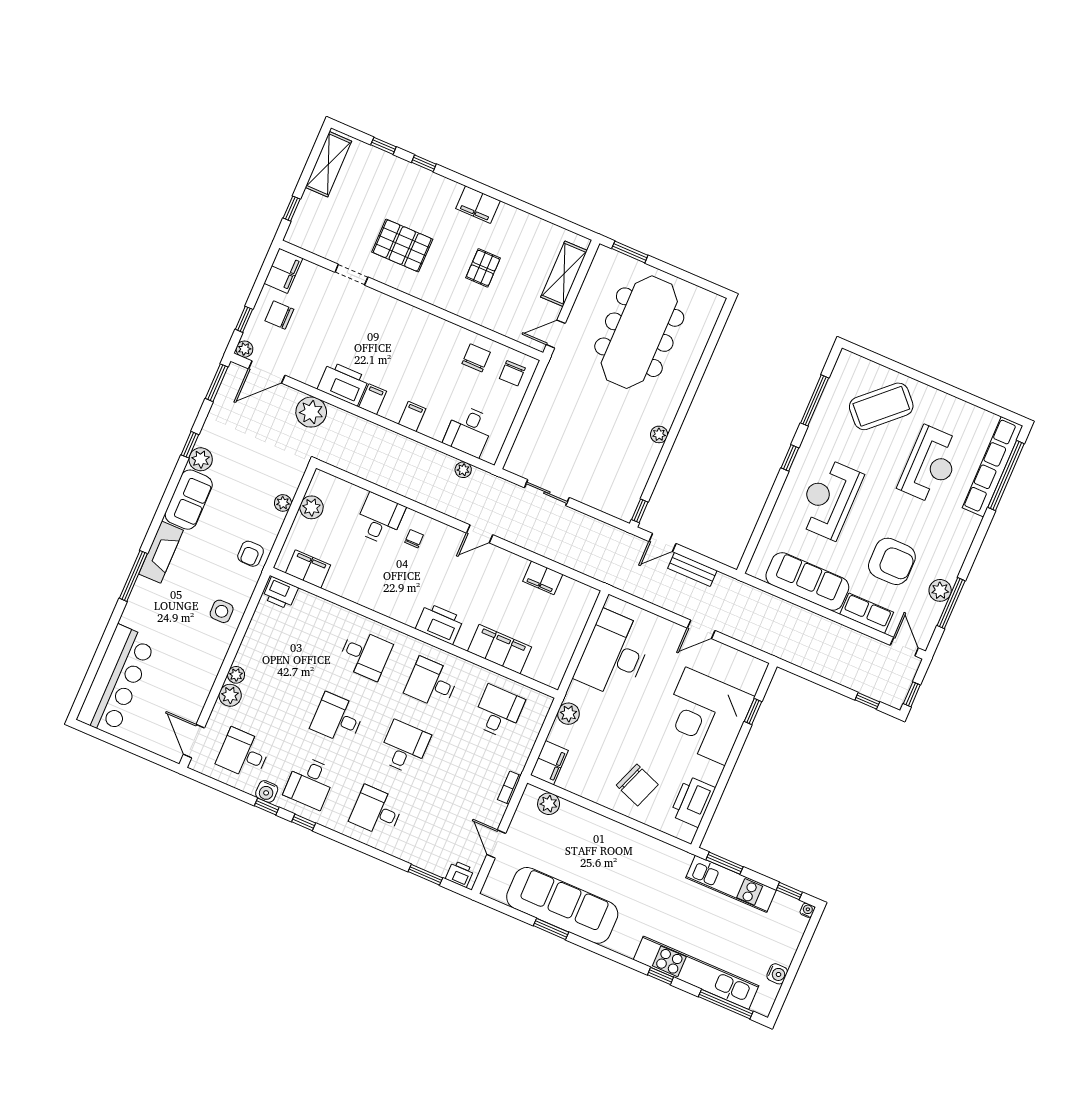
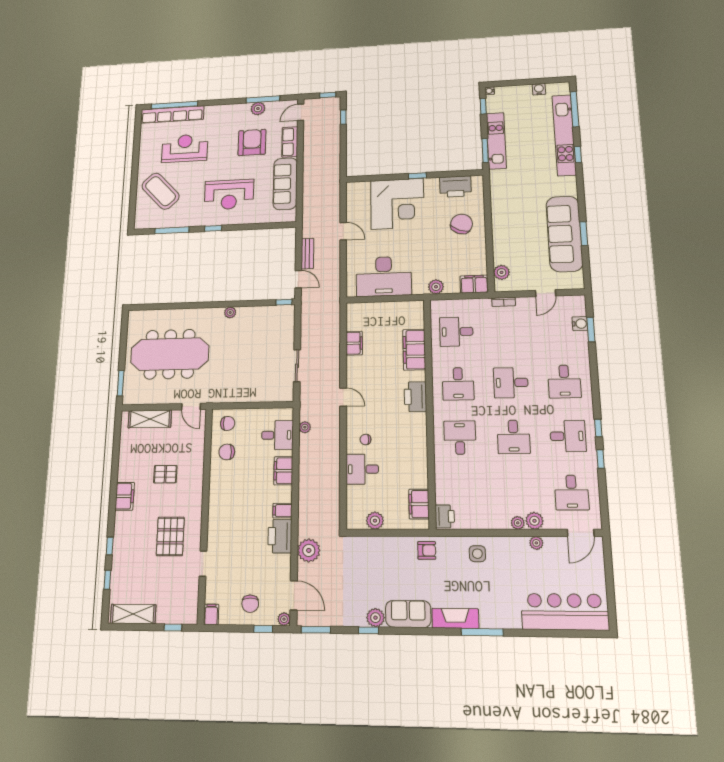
filing cabinet: (283, 271) -> (211, 614), width x0.50
filing cabinet: (412, 416) -> (283, 471), width x2.00
plant: (283, 503) -> (536, 543), moved
window: (753, 711) -> (417, 176), moved
water cooler: (267, 791) -> (580, 324), moved
printer: (460, 874) -> (578, 307), removed

